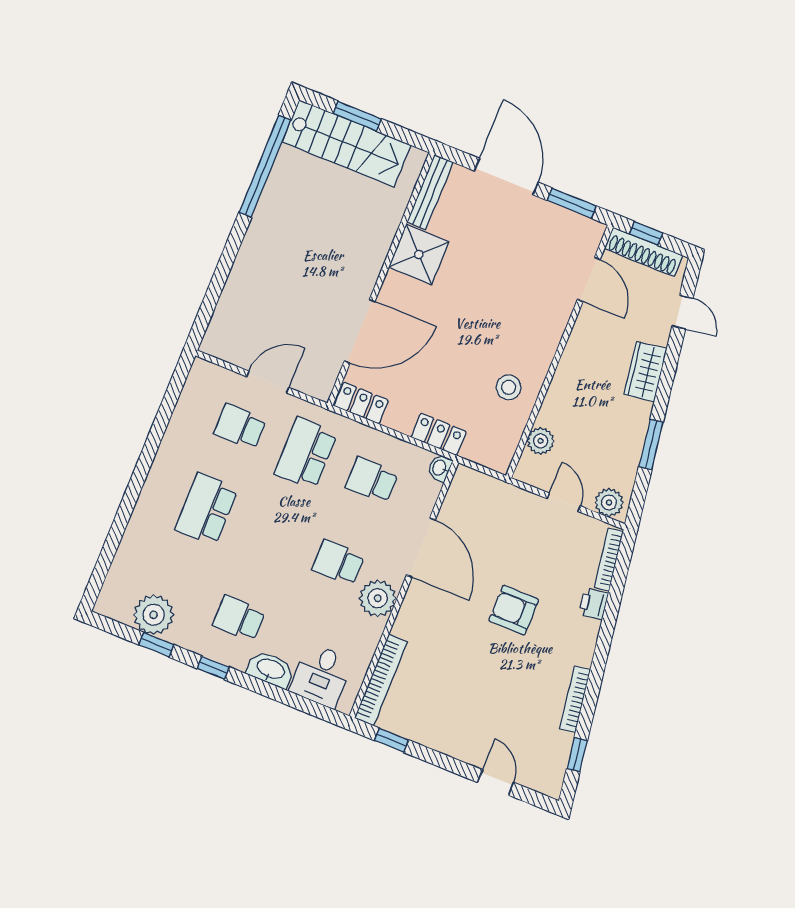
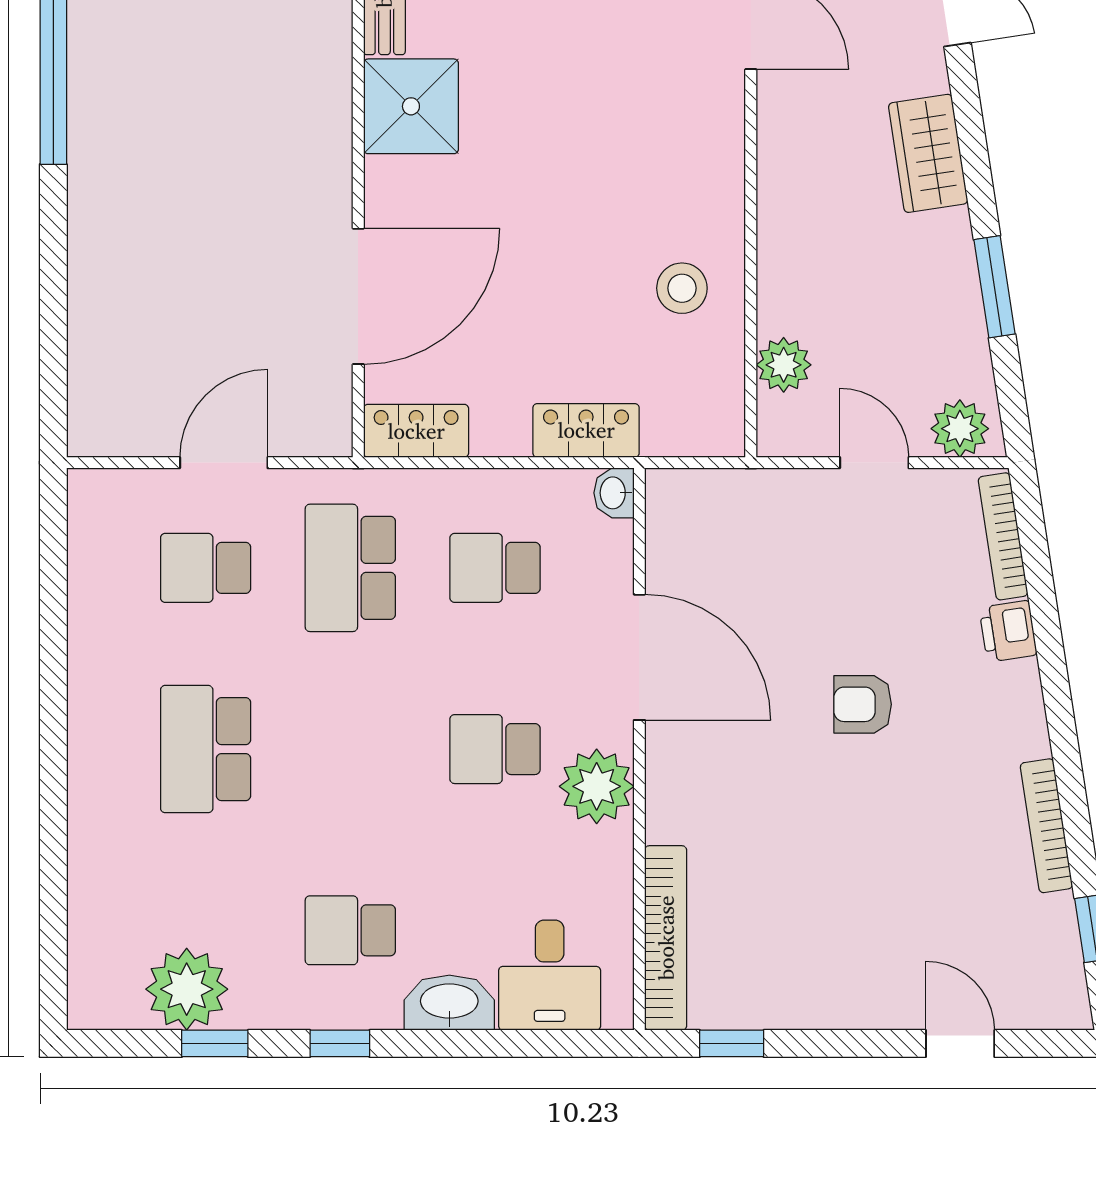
armchair: (514, 610) -> (863, 704), width x0.72, depth x0.72

